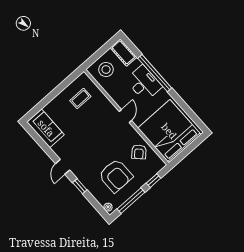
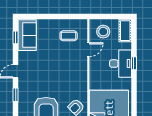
window: (155, 73) -> (134, 63), width x0.32
door: (125, 116) -> (88, 50), moved
window: (38, 139) -> (16, 37), added

